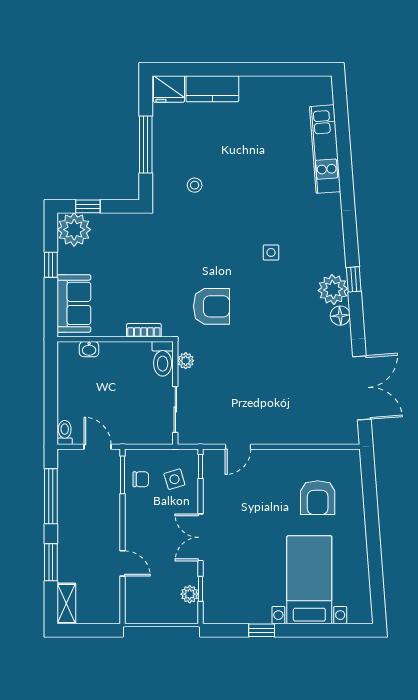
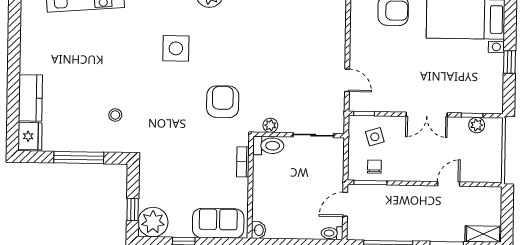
side table: (271, 252) -> (176, 48), width x1.87, depth x1.87
washbasin: (89, 349) -> (258, 230), moved

